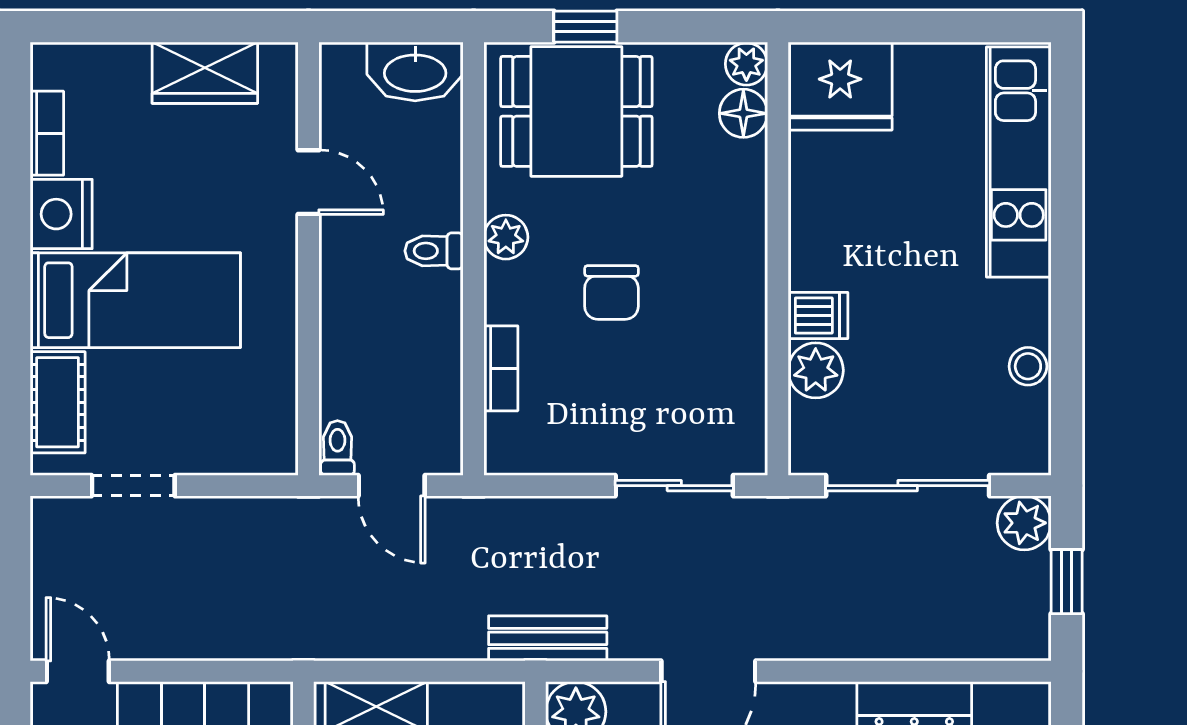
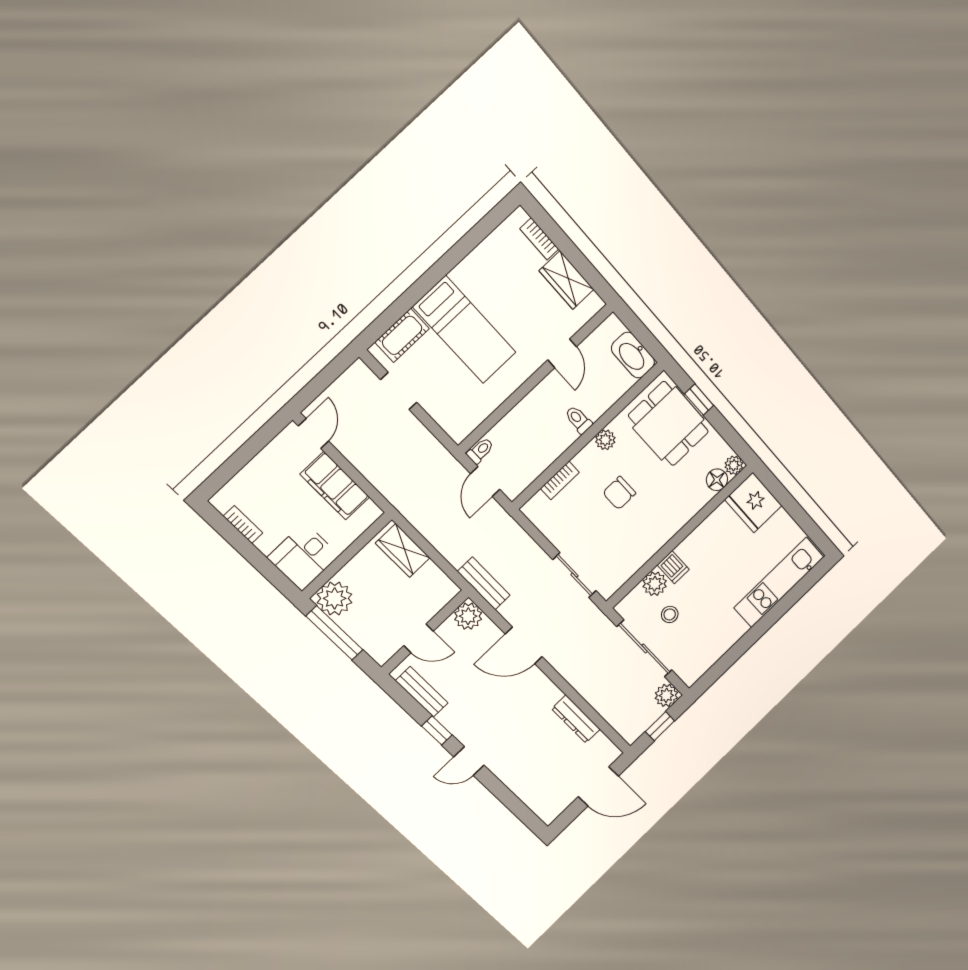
bookcase: (47, 133) -> (539, 239), moved, turned 90
nightstand: (61, 214) -> (470, 274), removed
stool: (1028, 366) -> (670, 614), moved

